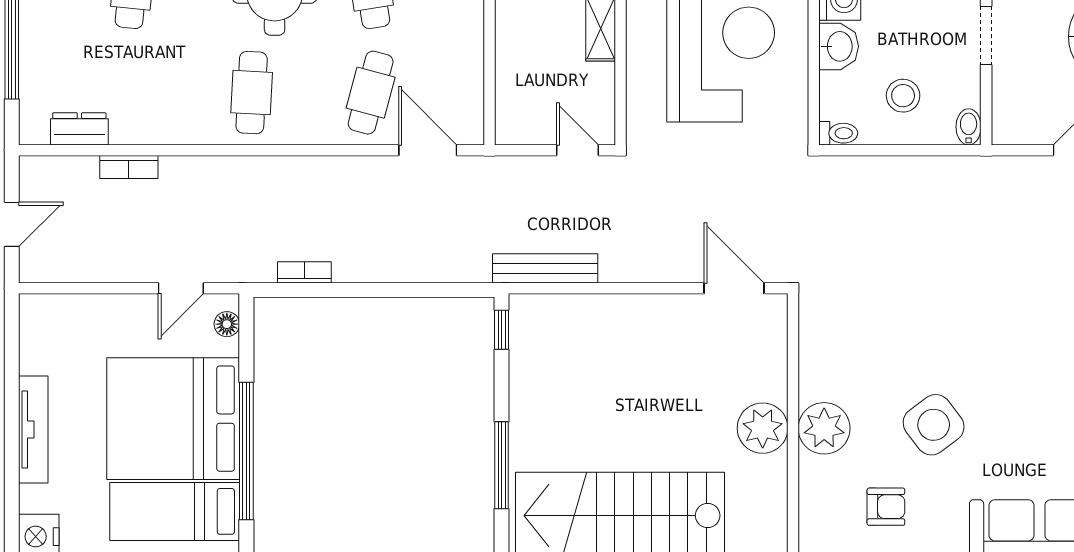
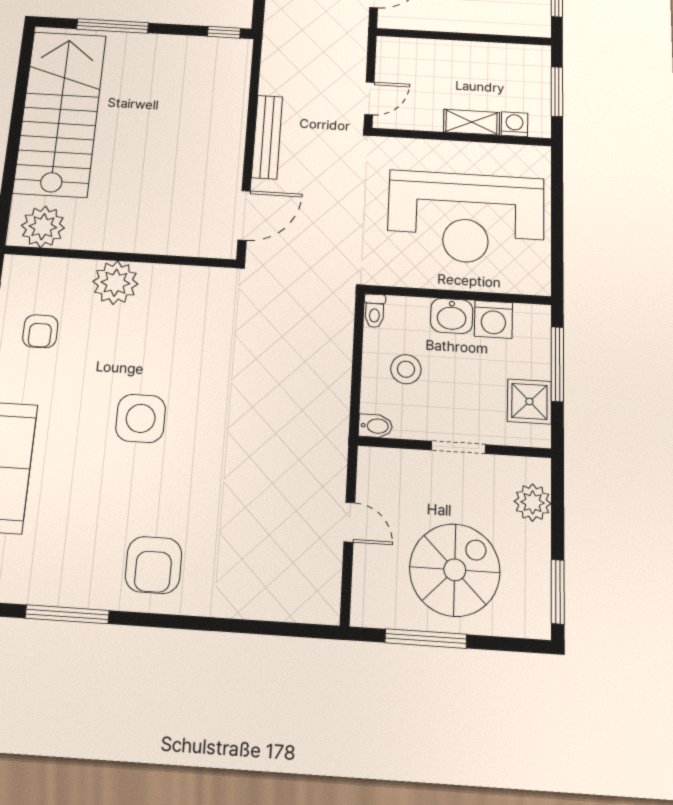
bench: (545, 268) -> (267, 137), moved
side table: (934, 425) -> (141, 418), moved, turned 37
plant: (763, 428) -> (43, 227), moved

